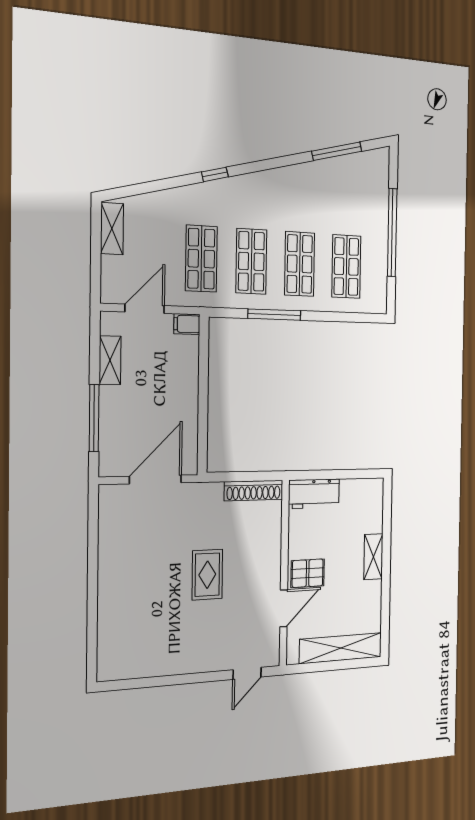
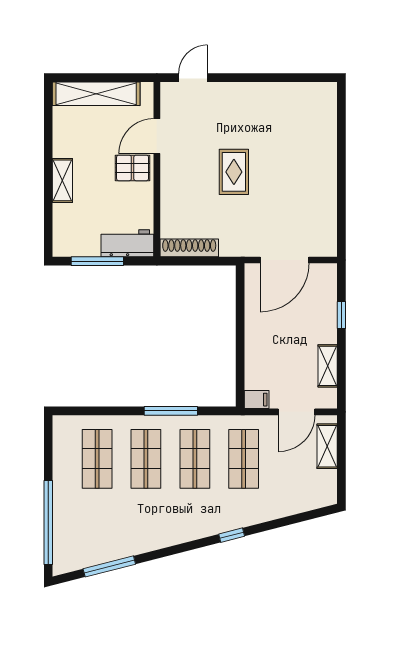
shelving: (112, 229) -> (327, 446), moved
window: (392, 233) -> (48, 522), moved
window: (94, 418) -> (341, 315), width x0.46
window: (342, 474) -> (97, 261), added

